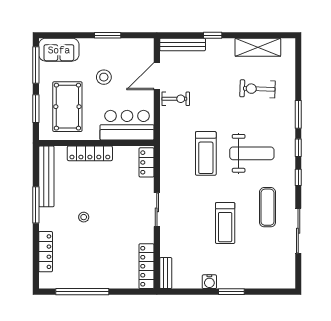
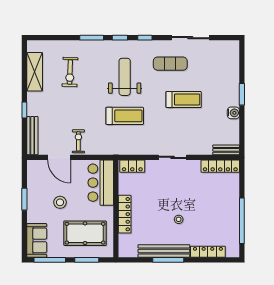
bench: (46, 176) -> (164, 251), moved

